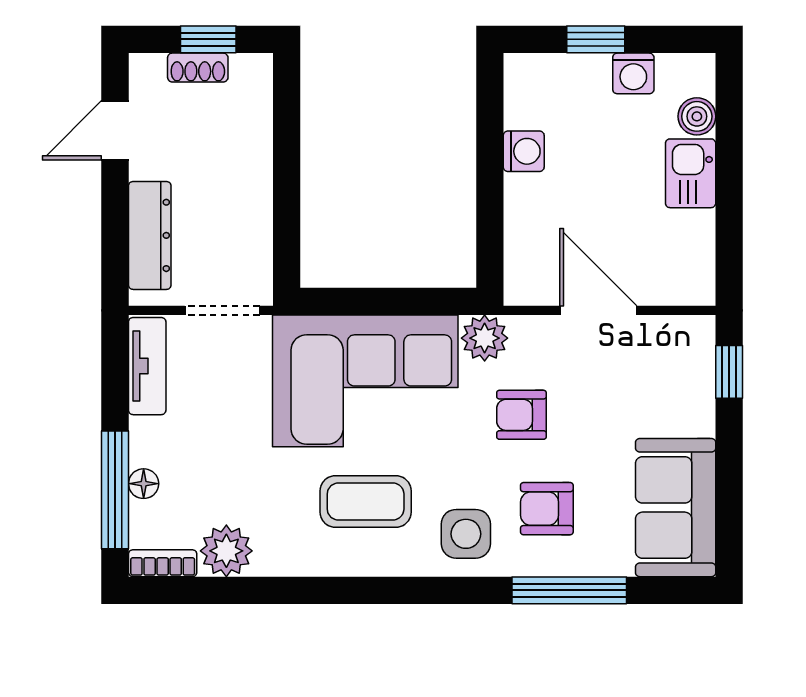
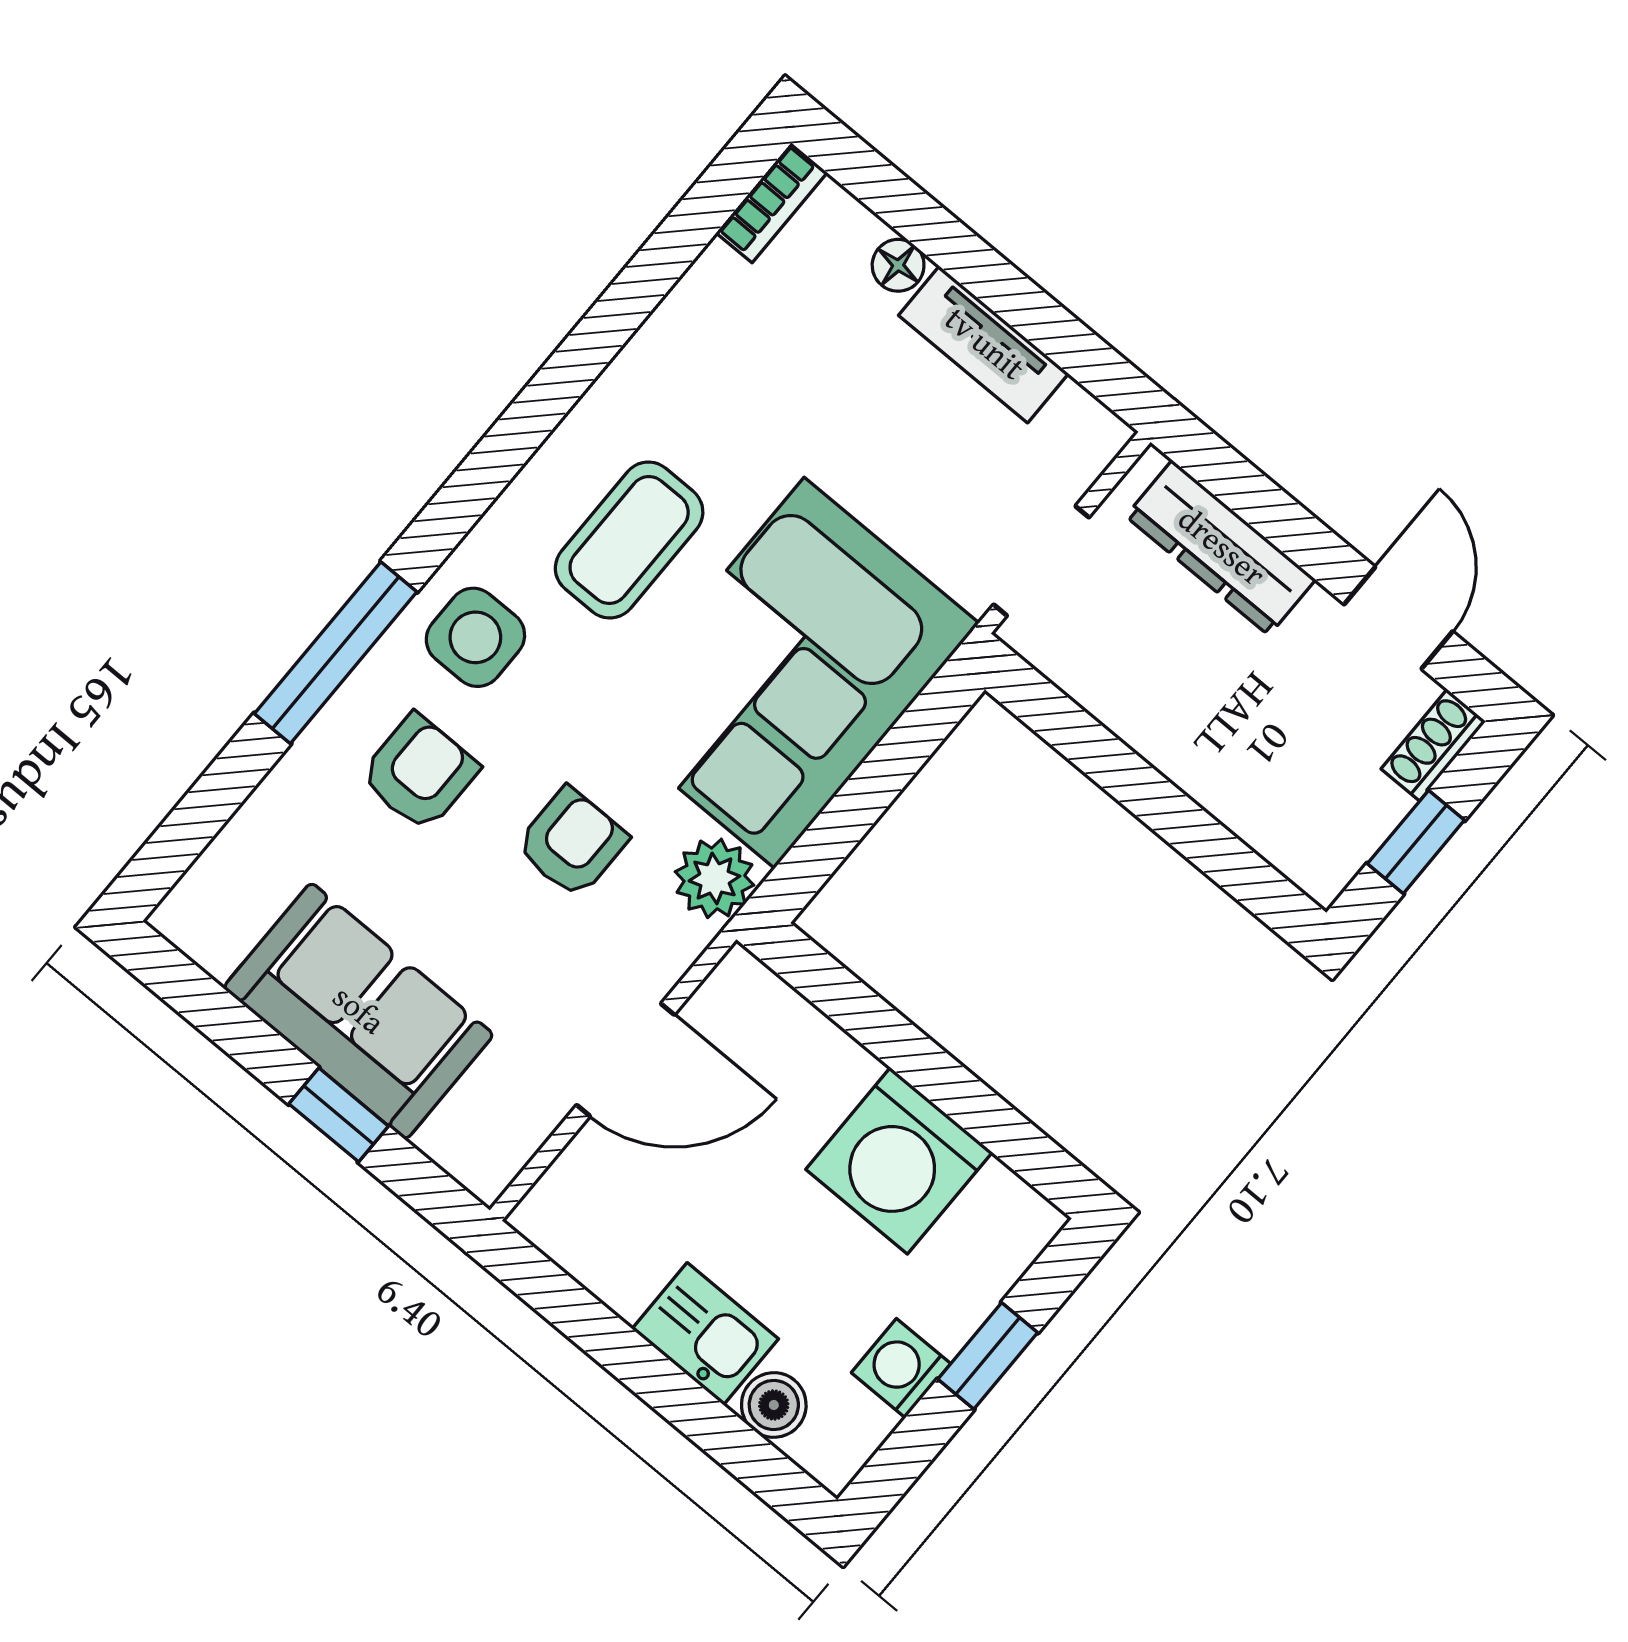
shoe rack: (198, 68) -> (1433, 745), moved
washing machine: (524, 151) -> (899, 1161), width x1.89, depth x1.89
tv unit: (147, 366) -> (984, 345), moved
window: (729, 372) -> (339, 1115), moved
window: (115, 490) -> (921, 221), removed
sofa: (676, 508) -> (358, 1011), moved
plant: (226, 551) -> (718, 301), removed
window: (569, 590) -> (336, 653), moved

